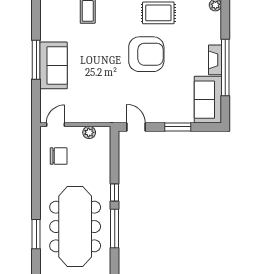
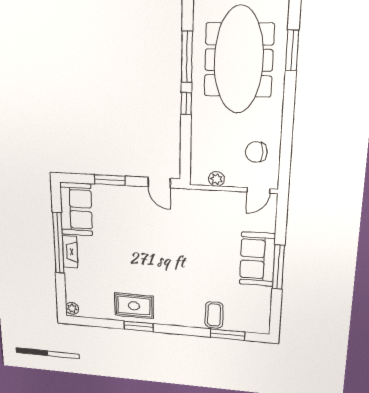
armchair: (146, 54) -> (147, 264), removed

